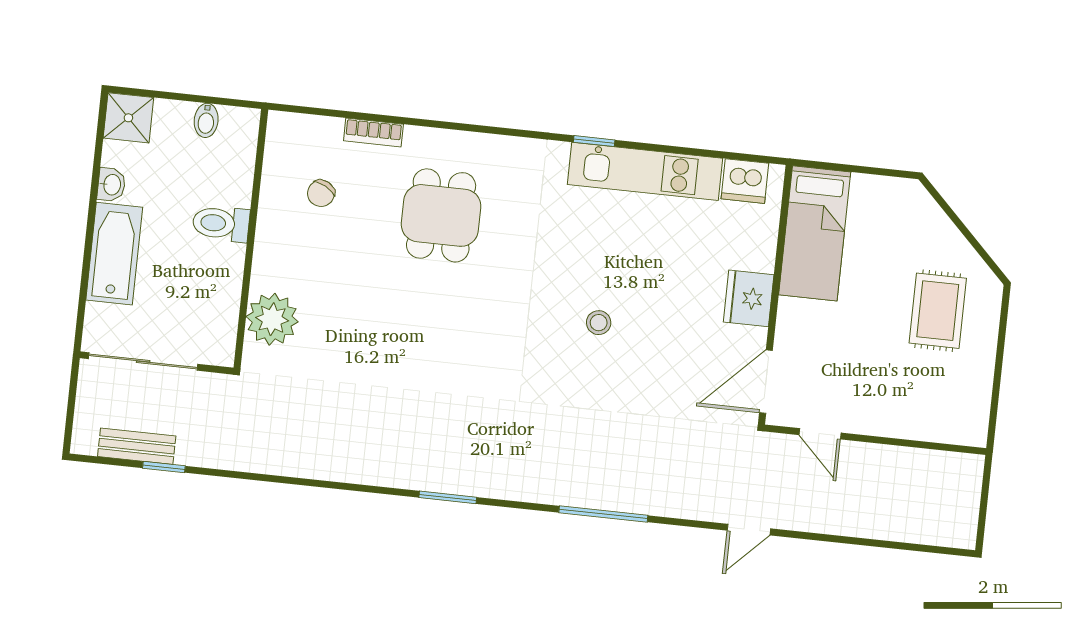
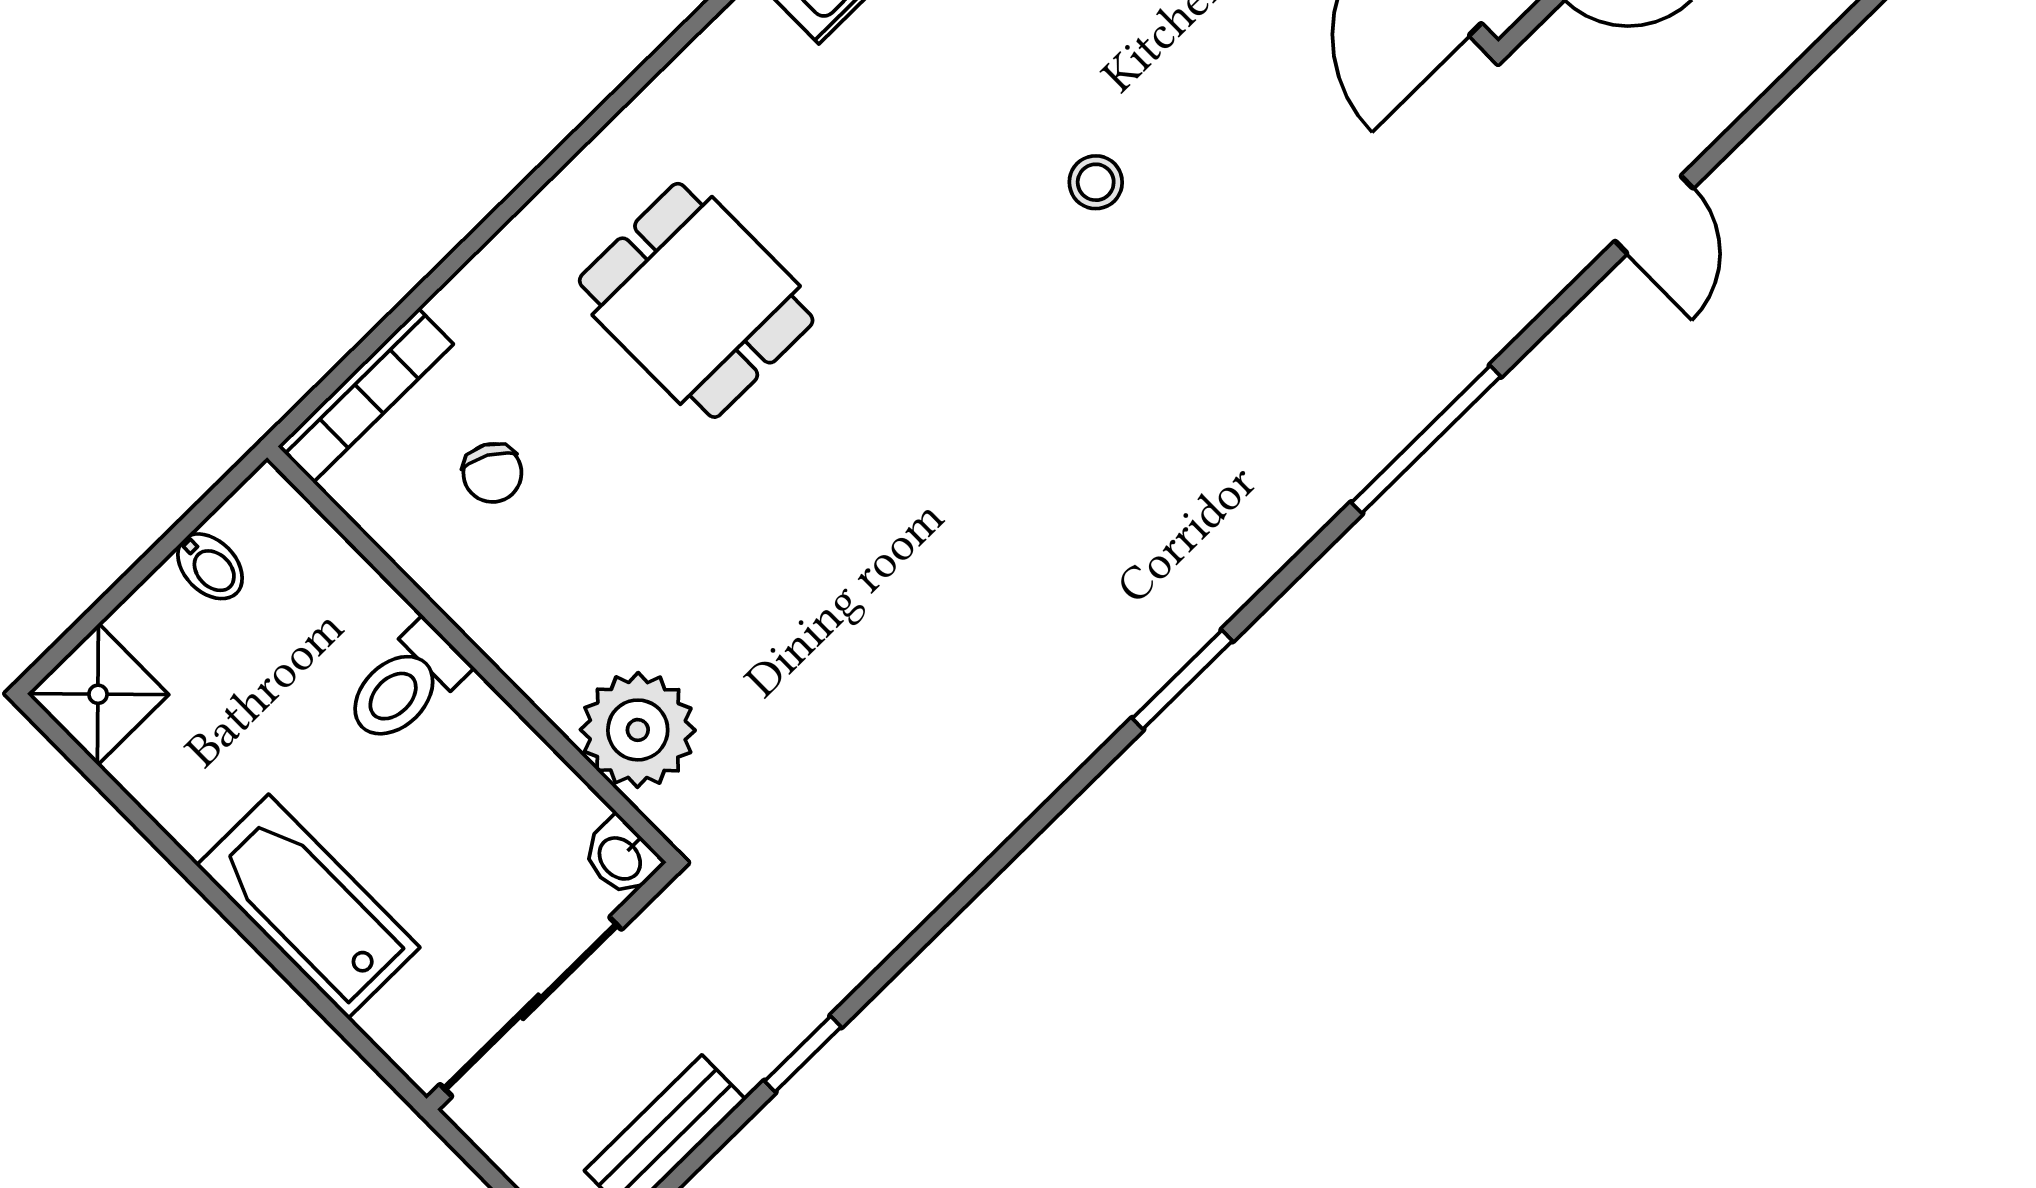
bookcase: (373, 133) -> (366, 395), moved, width x1.56
washbasin: (111, 185) -> (621, 857), moved, turned 180
window: (164, 467) -> (803, 1054), moved

